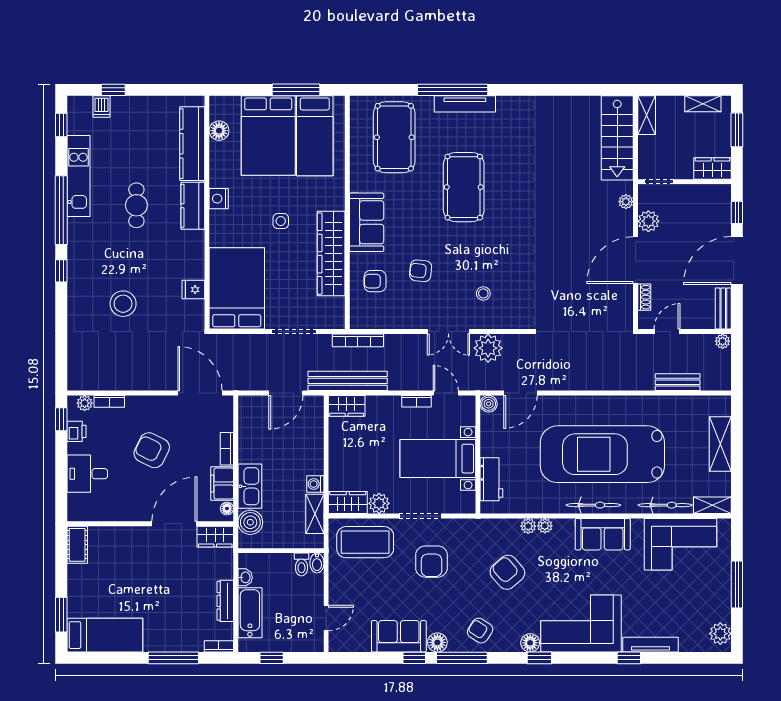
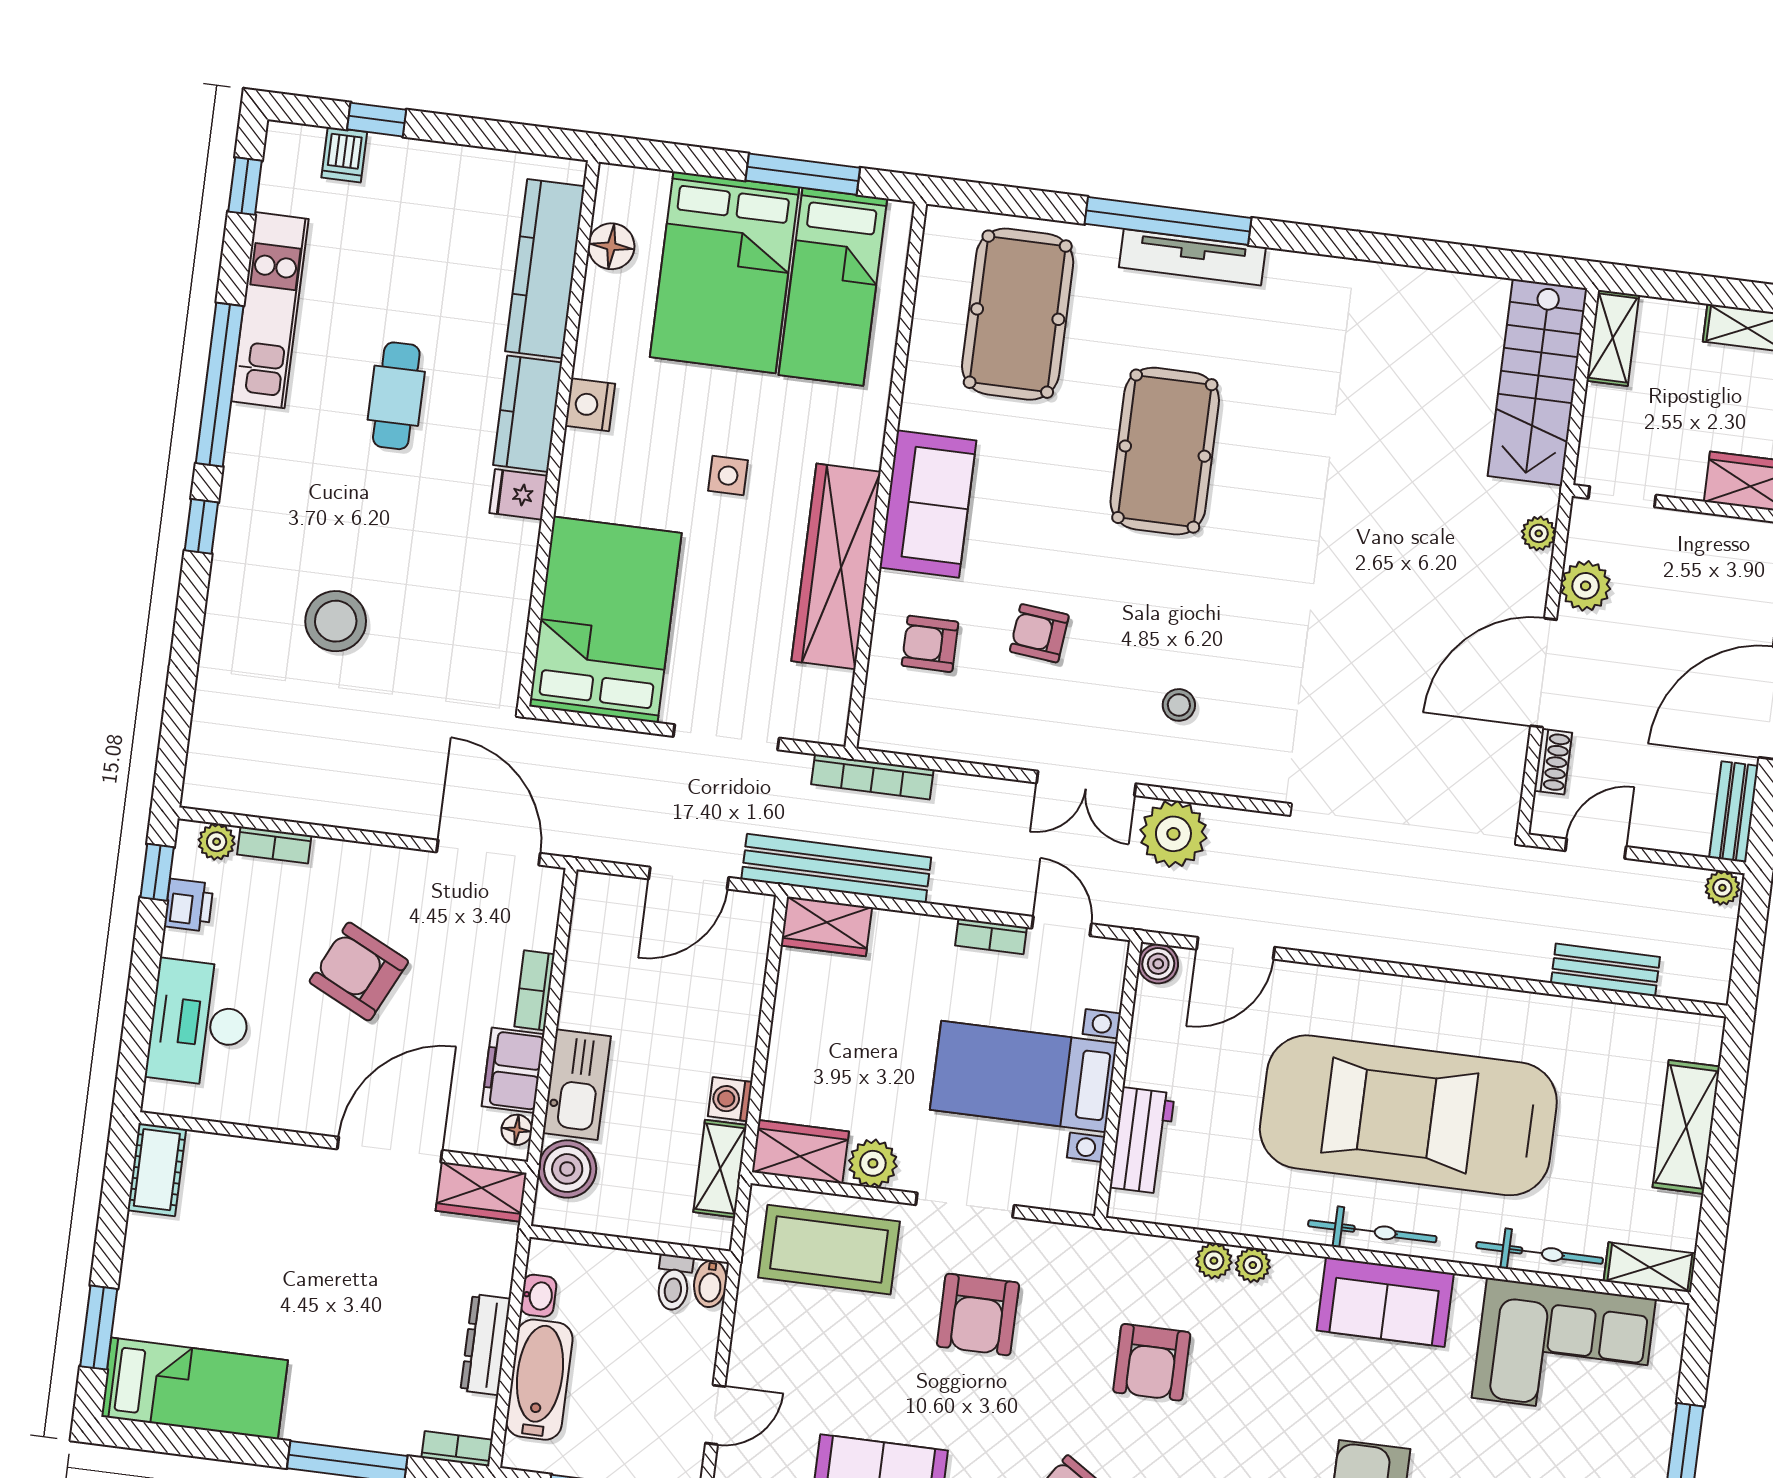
fridge: (193, 290) -> (519, 494), moved
desk: (87, 474) -> (199, 1023), width x1.37
armchair: (507, 572) -> (1152, 1362), turned -139

